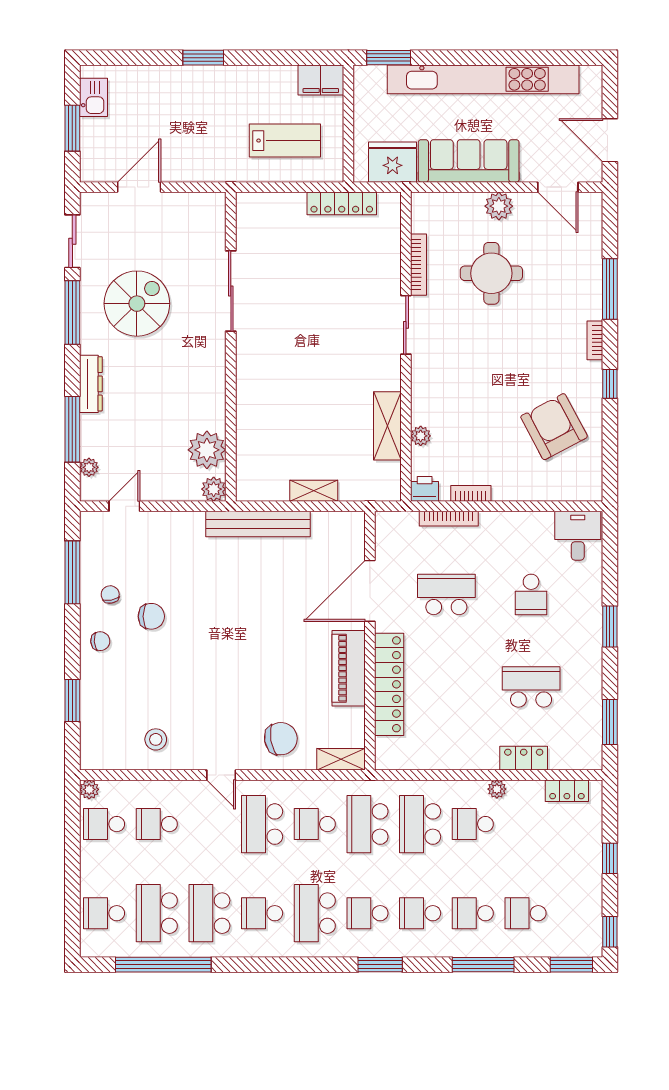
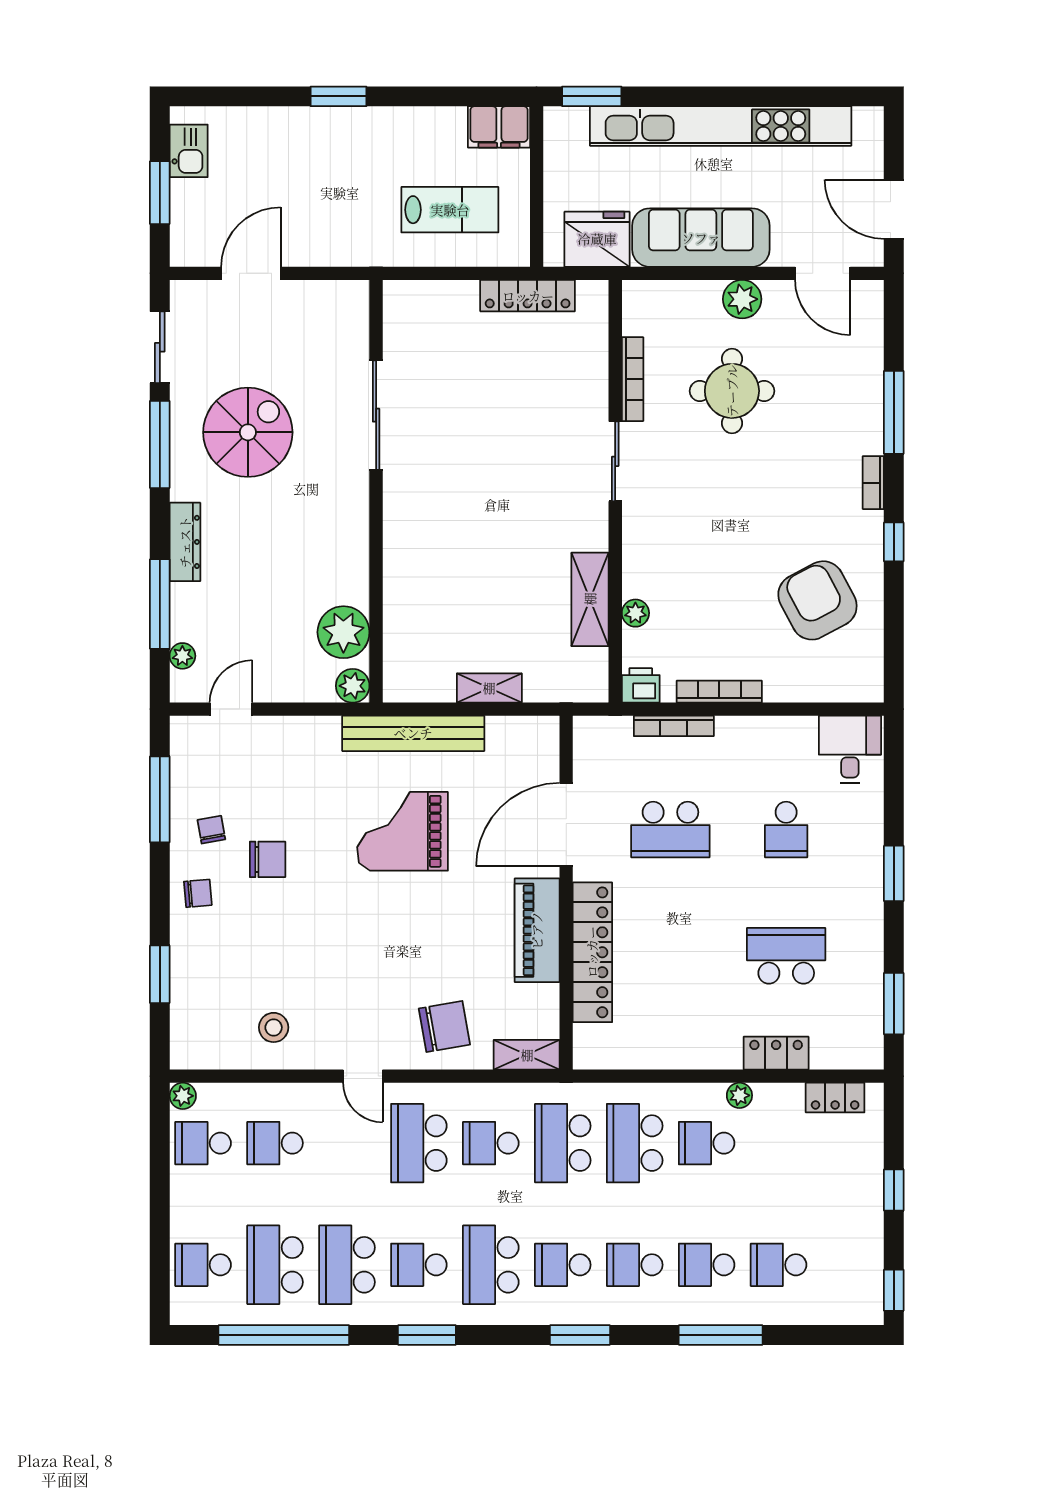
bookcase: (471, 493) -> (719, 692), width x1.56
school desk: (446, 594) -> (670, 829), turned 180
grand piano: (250, 596) -> (403, 831), added
window: (571, 965) -> (427, 1335), moved

